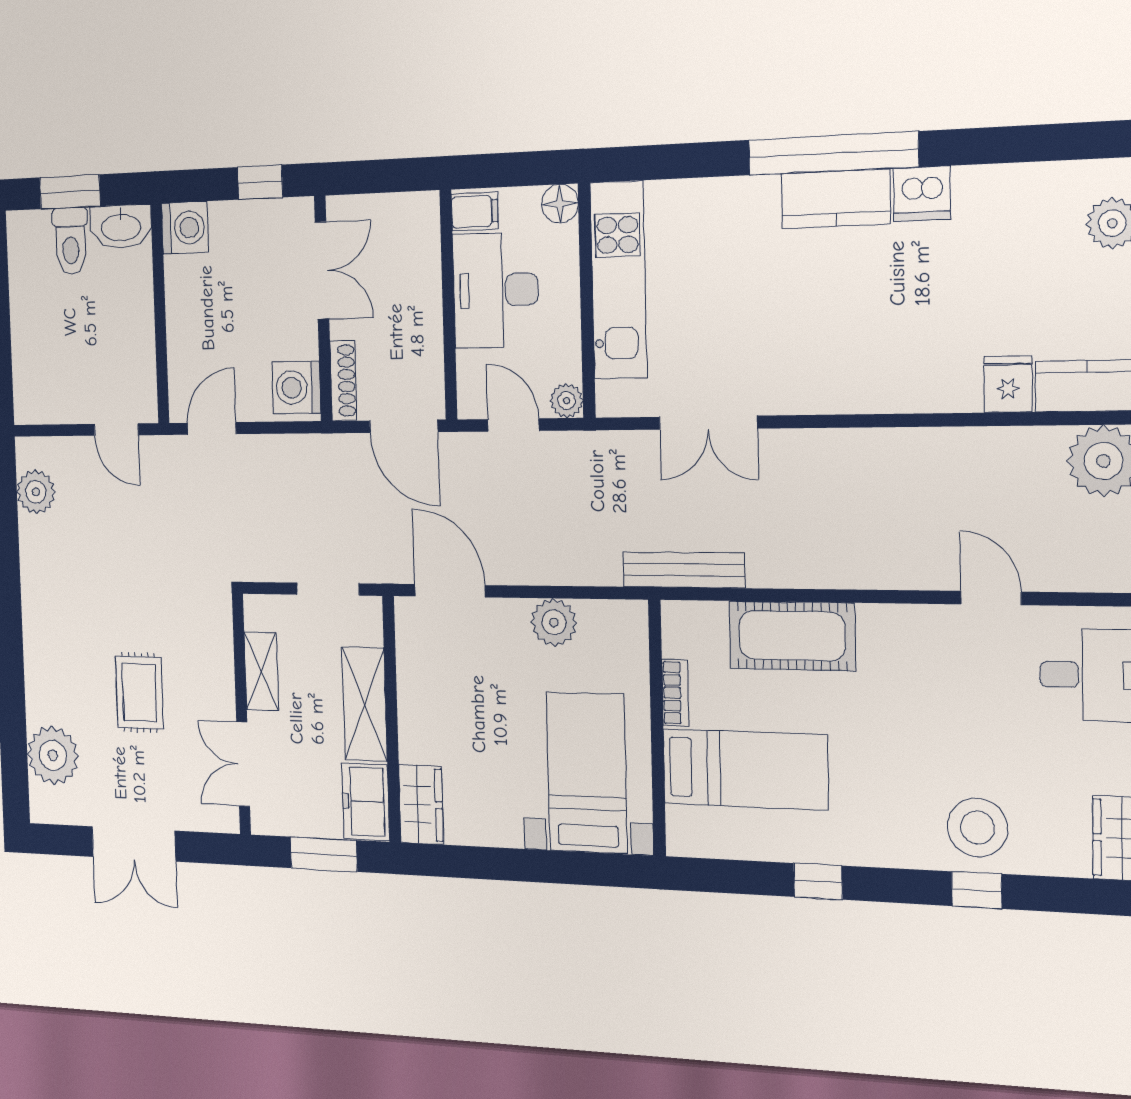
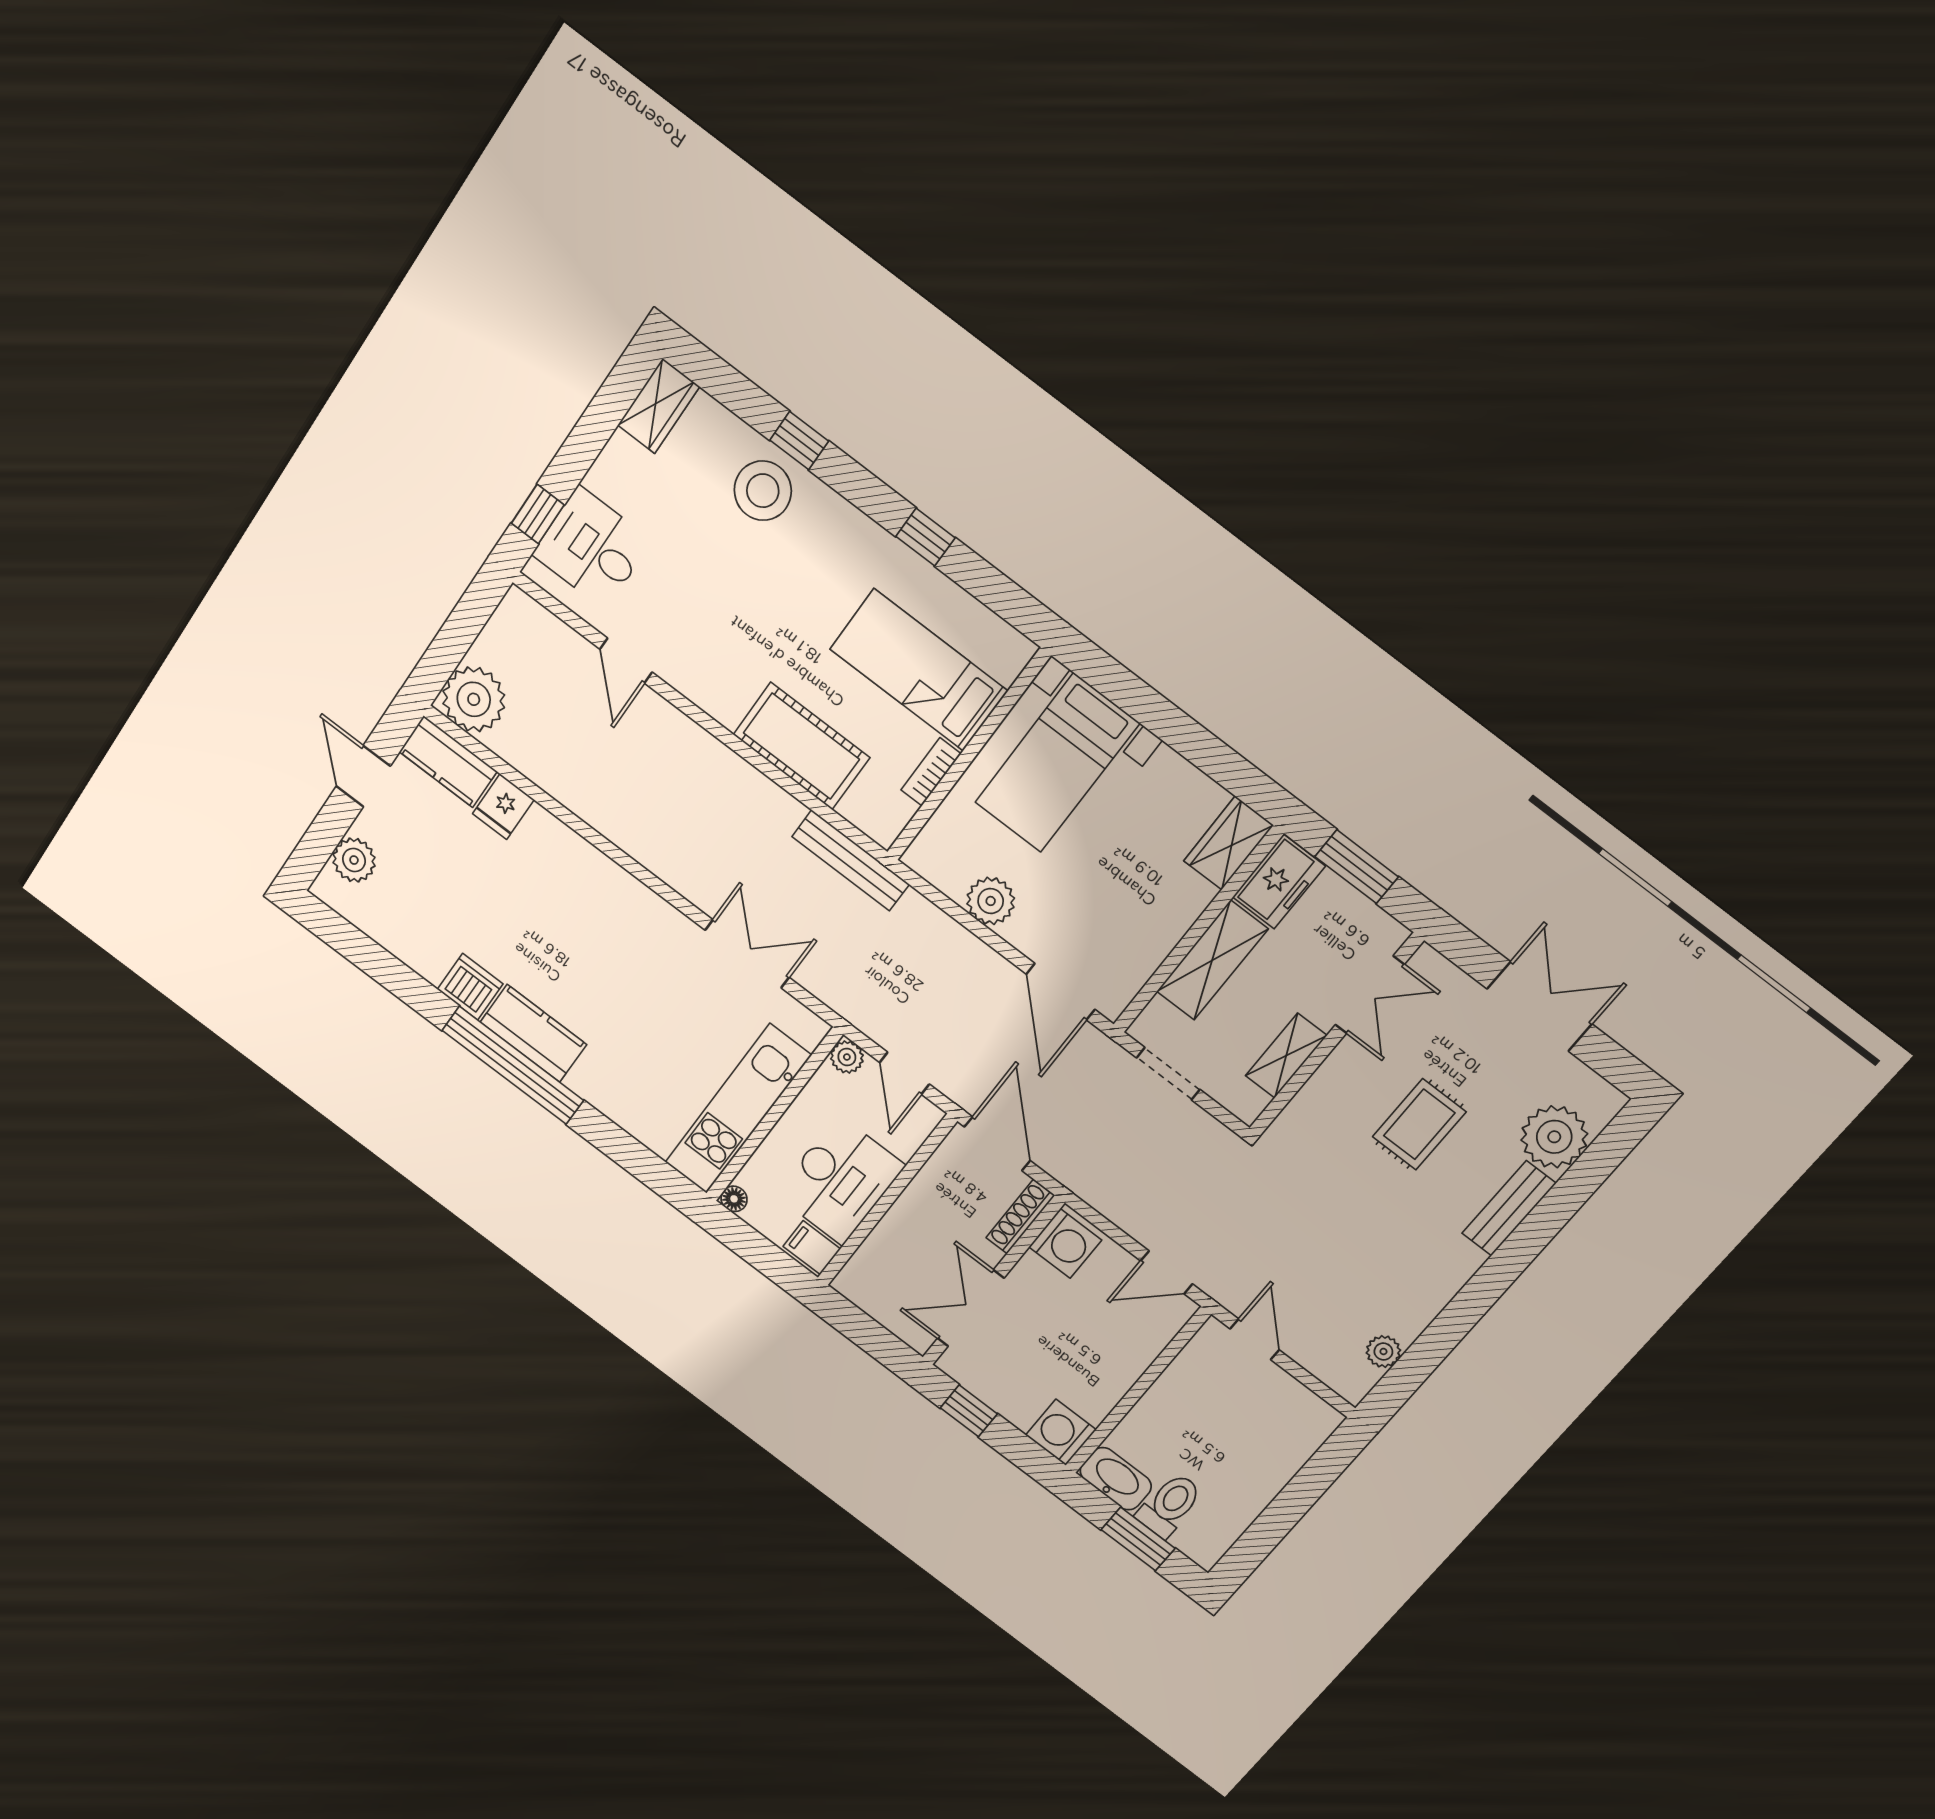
floor lamp: (560, 204) -> (734, 1199), width x0.73, depth x0.73
plant: (36, 492) -> (1383, 1352), width x0.73, depth x0.73
bench: (39, 678) -> (1509, 1208), added

